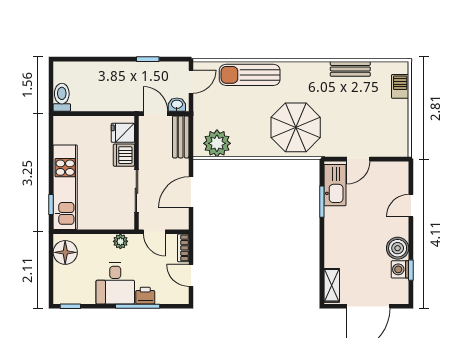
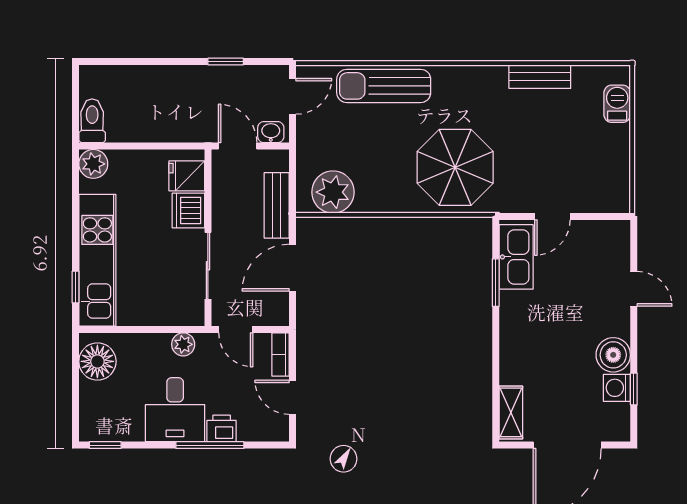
plant: (63, 125) -> (93, 164), added
bench: (181, 137) -> (277, 205), moved
door: (411, 206) -> (634, 289), swing flipped

